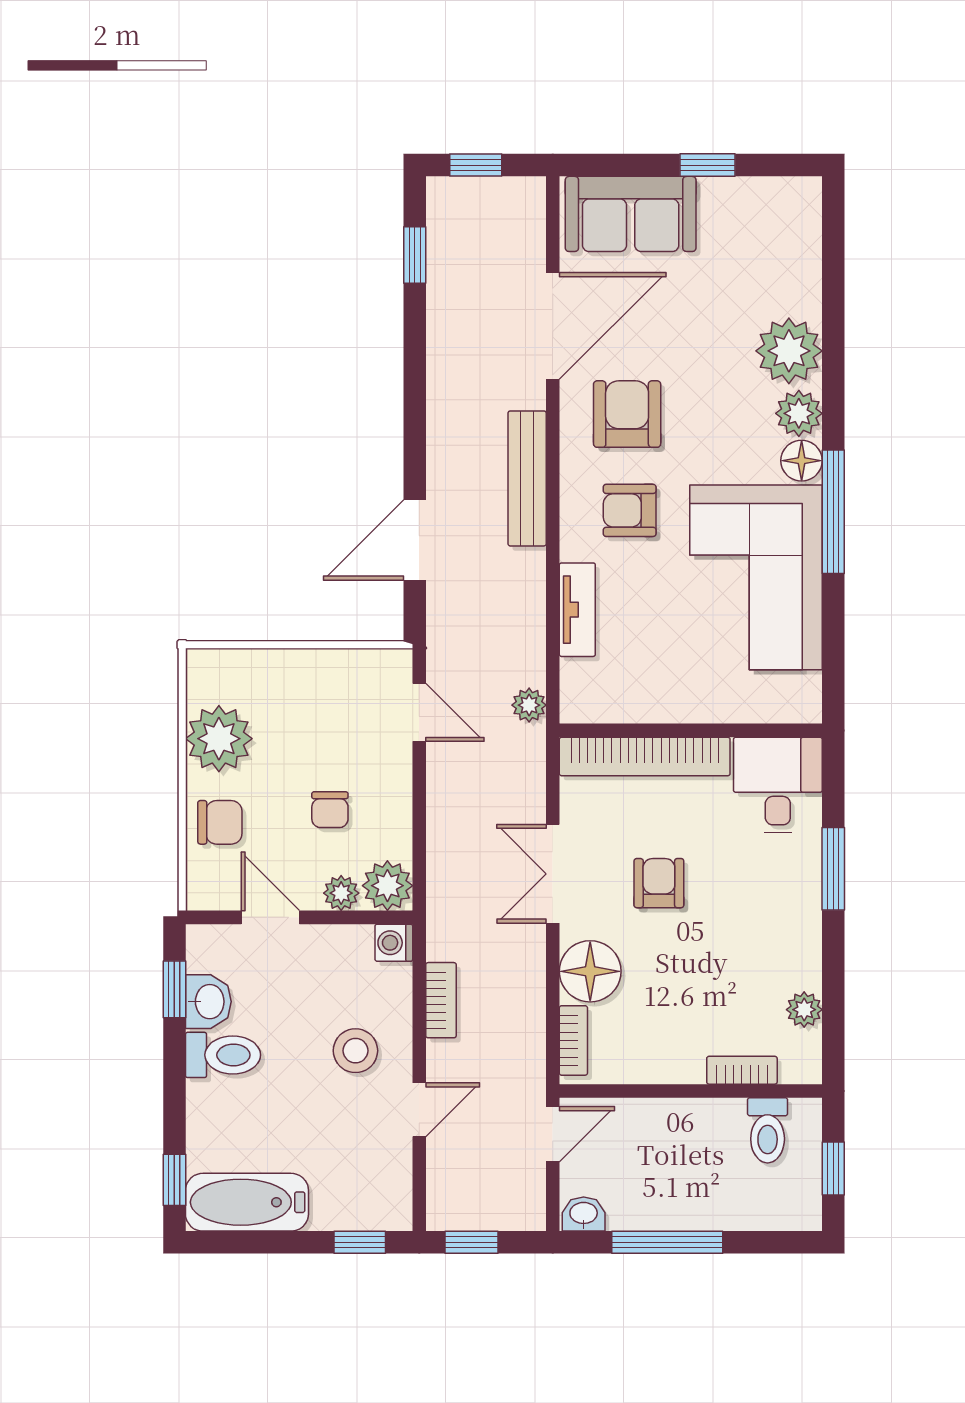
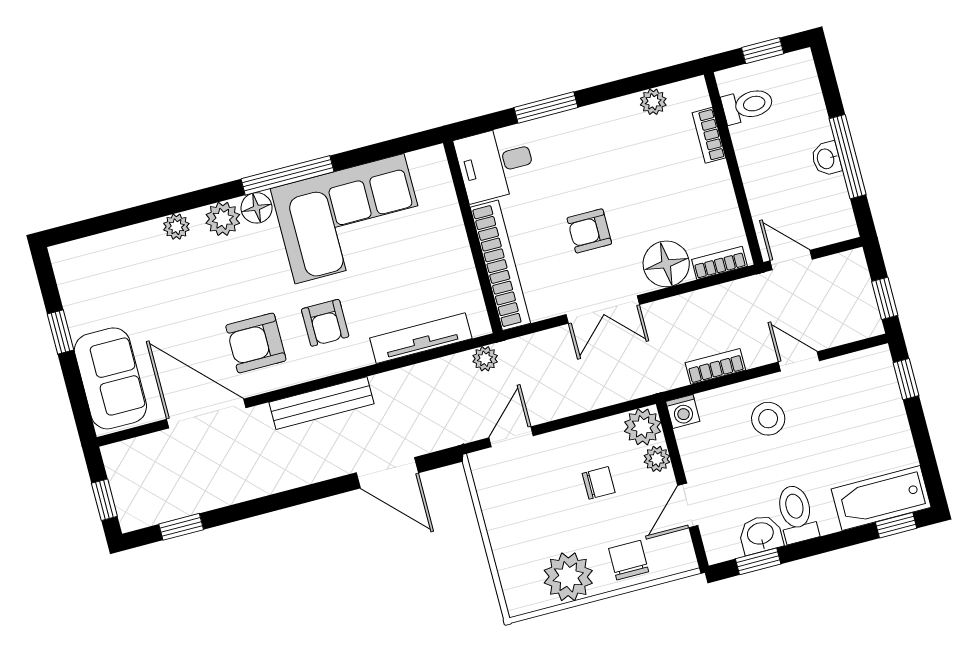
plant: (789, 351) -> (176, 227), width x0.53, depth x0.53
tv unit: (577, 610) -> (421, 338), width x1.41
bathtub: (247, 1202) -> (881, 498), moved, turned 90
washbasin: (584, 1214) -> (826, 159), moved

